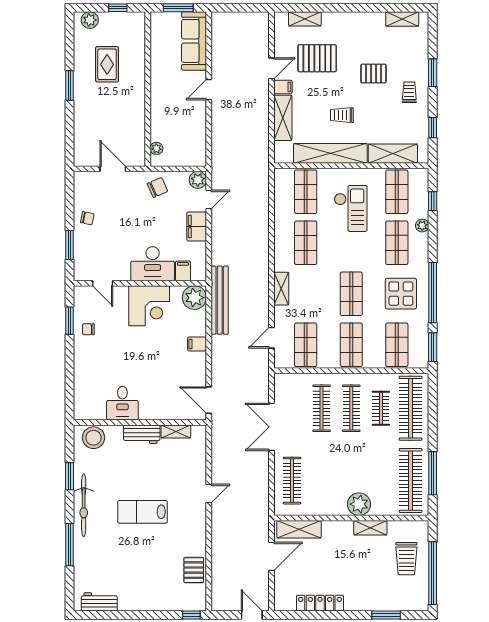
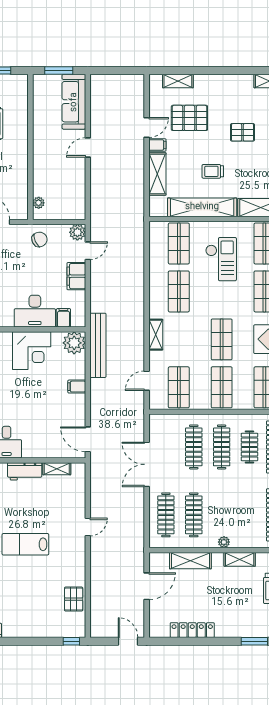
clothes rail: (322, 481) -> (194, 515), added
plant: (359, 504) -> (224, 542), width x0.53, depth x0.53
shelving: (299, 529) -> (190, 561), moved

